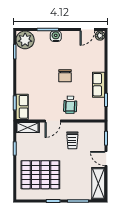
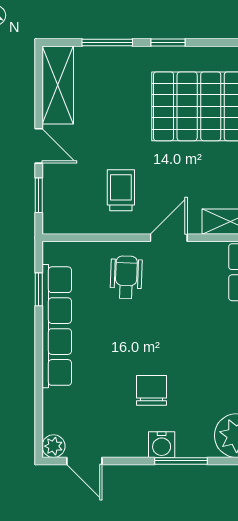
door: (87, 30) -> (84, 461), swing flipped
chair: (65, 76) -> (152, 390), moved
row of seats: (99, 85) -> (57, 326), width x2.02

